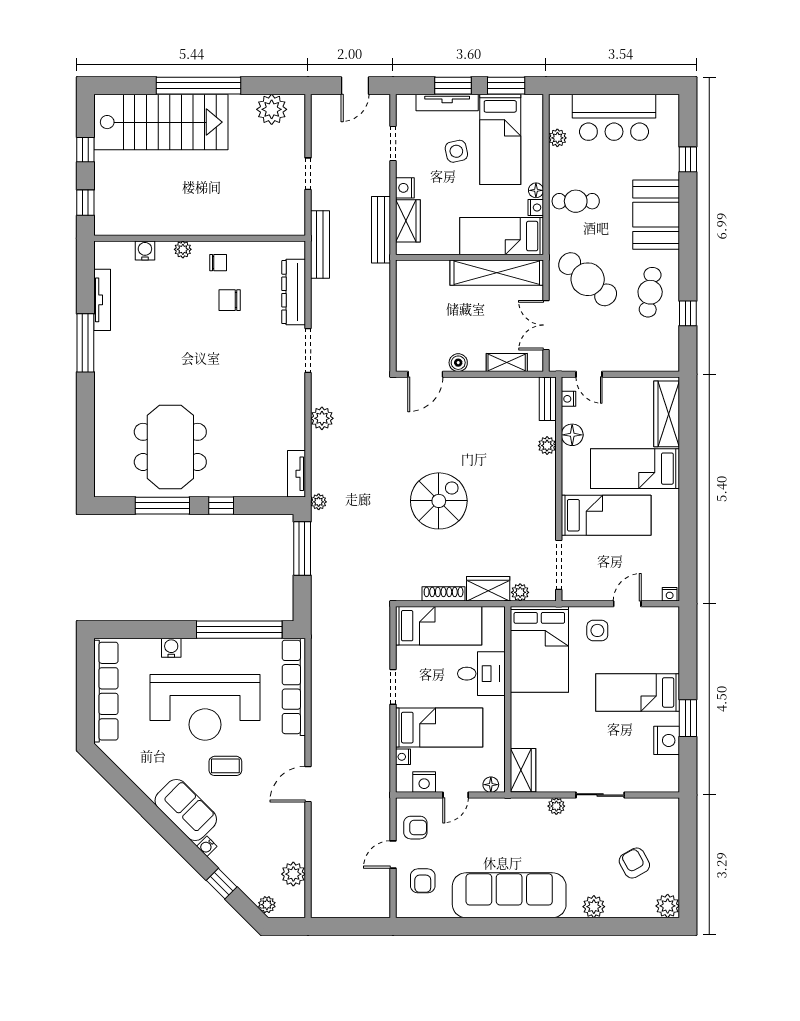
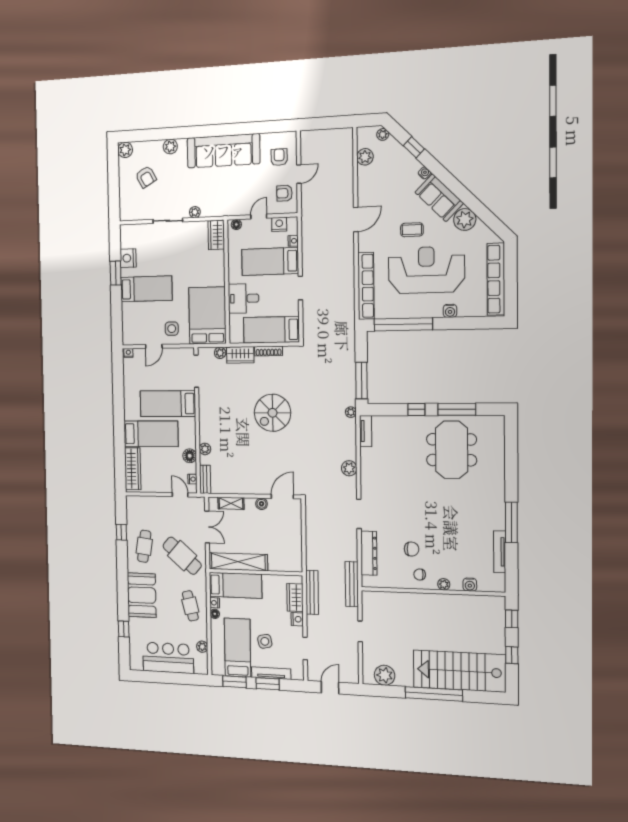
cafe table: (576, 201) -> (190, 606), turned 76
plant: (149, 777) -> (465, 219), added

